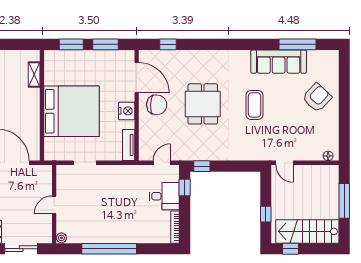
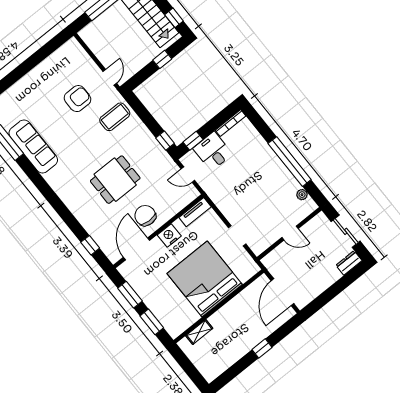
armchair: (317, 98) -> (77, 99), moved, turned 137
coffee table: (255, 105) -> (115, 117), moved
floor lamp: (328, 156) -> (76, 47), removed
plant: (61, 238) -> (302, 195), moved

